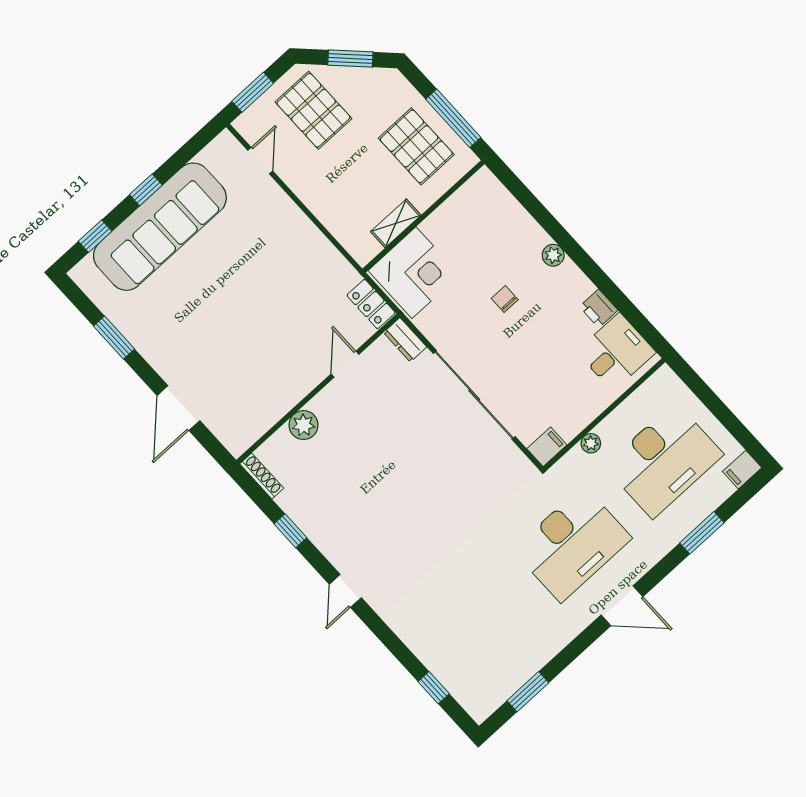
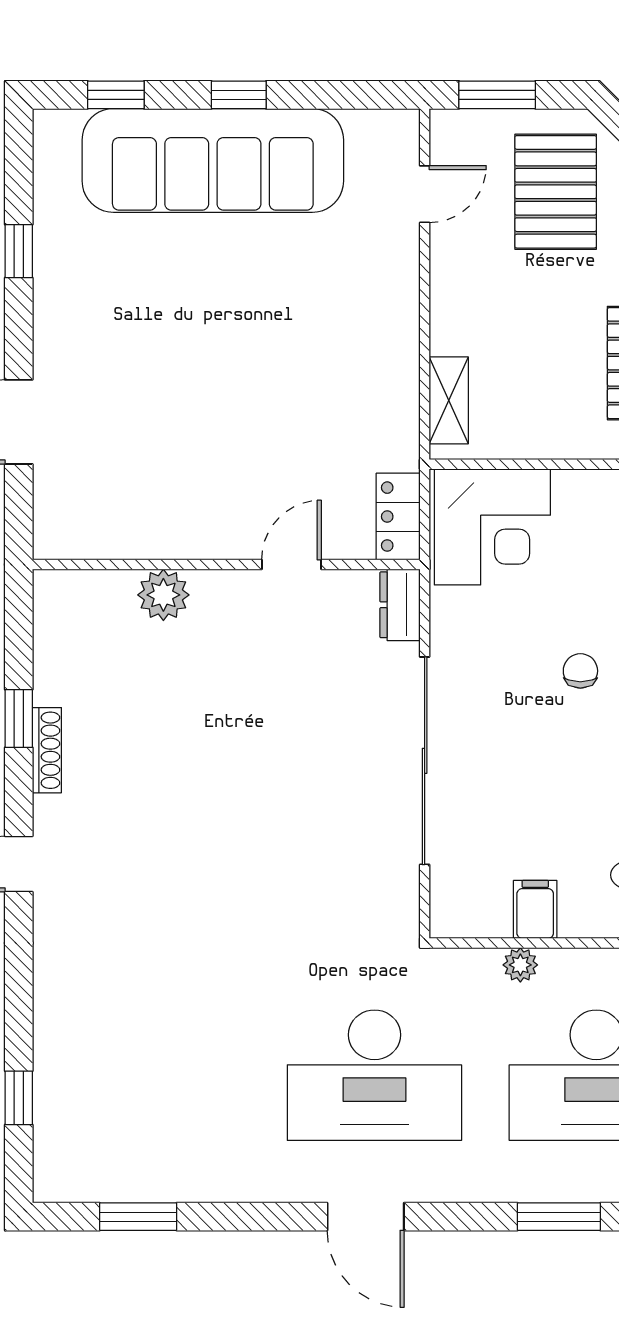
shelving: (396, 223) -> (449, 400), moved, turned 90
window: (114, 338) -> (19, 251), width x0.67
filing cabinet: (547, 447) -> (535, 909), moved, turned -90
shoe rack: (262, 476) -> (47, 750), moved

